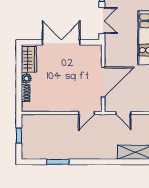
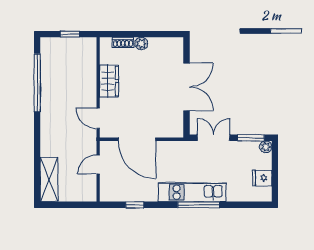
double door: (102, 21) -> (214, 138), swing flipped
wardrobe: (29, 59) -> (109, 81), moved, turned -90
window: (58, 162) -> (37, 83), width x2.11

